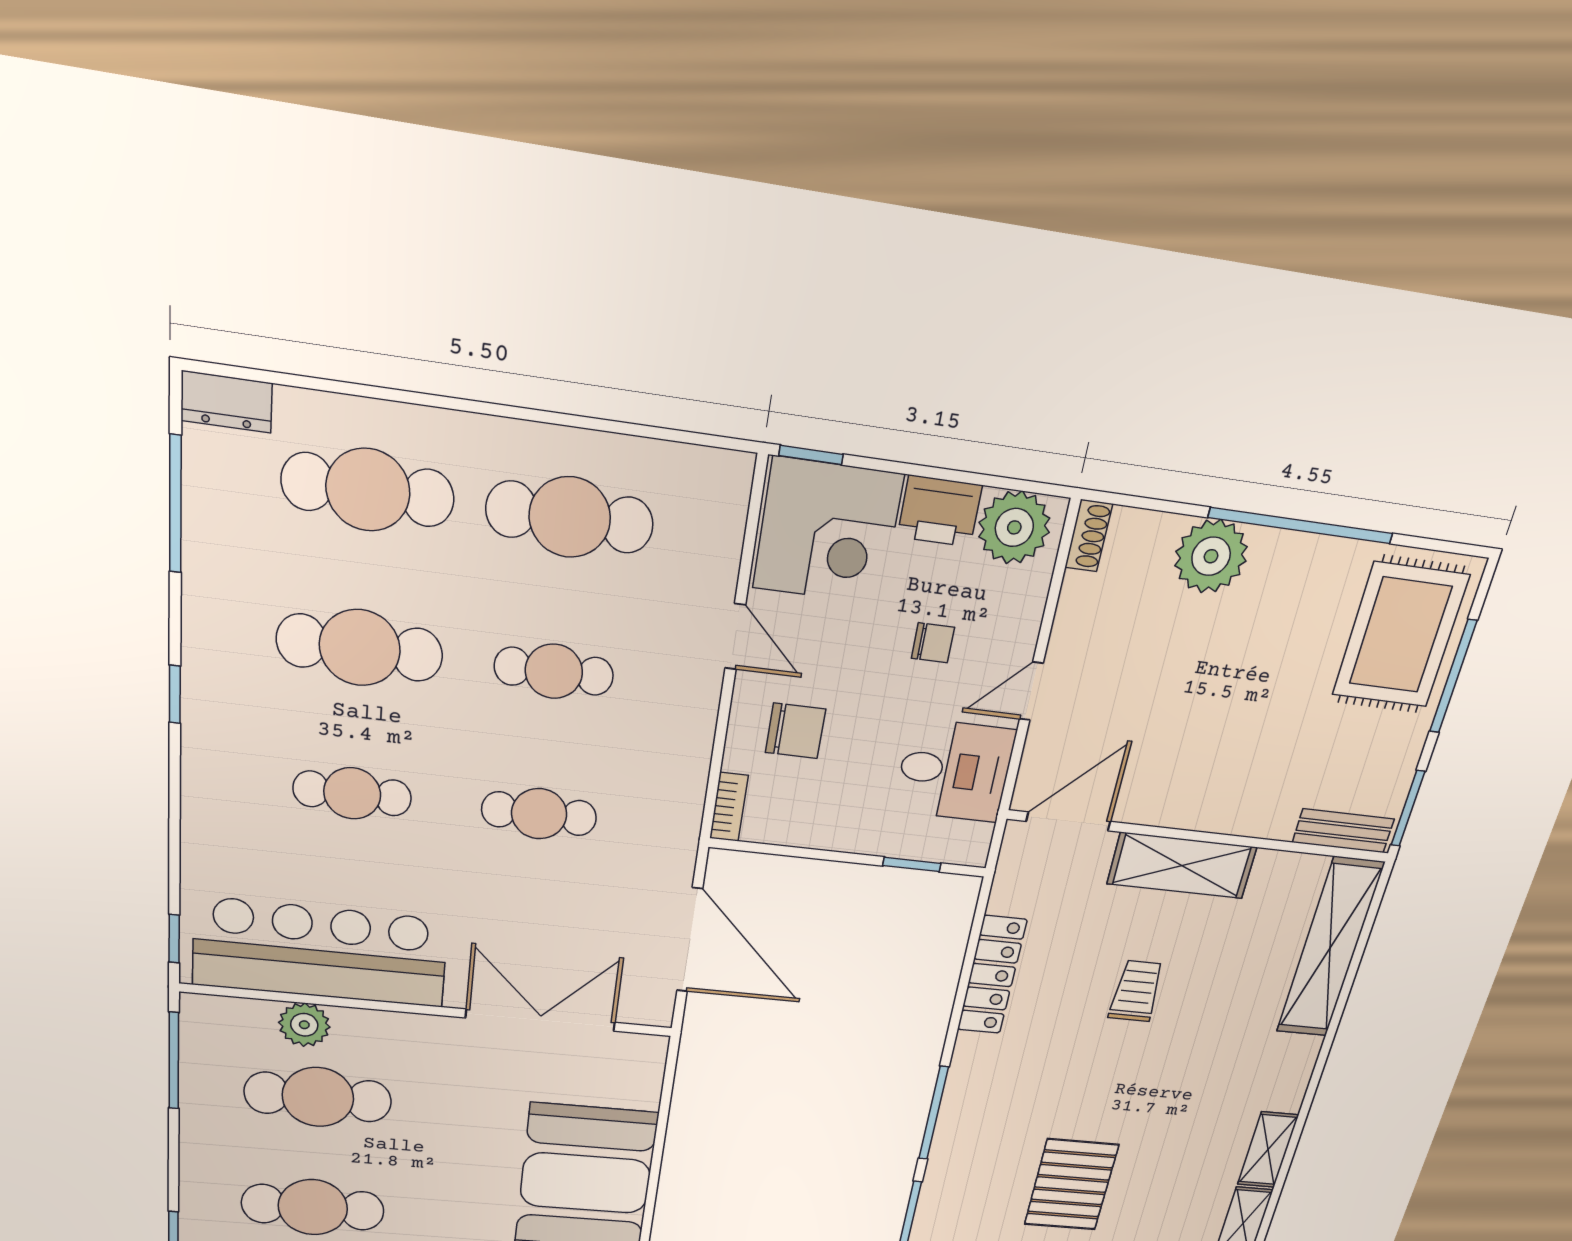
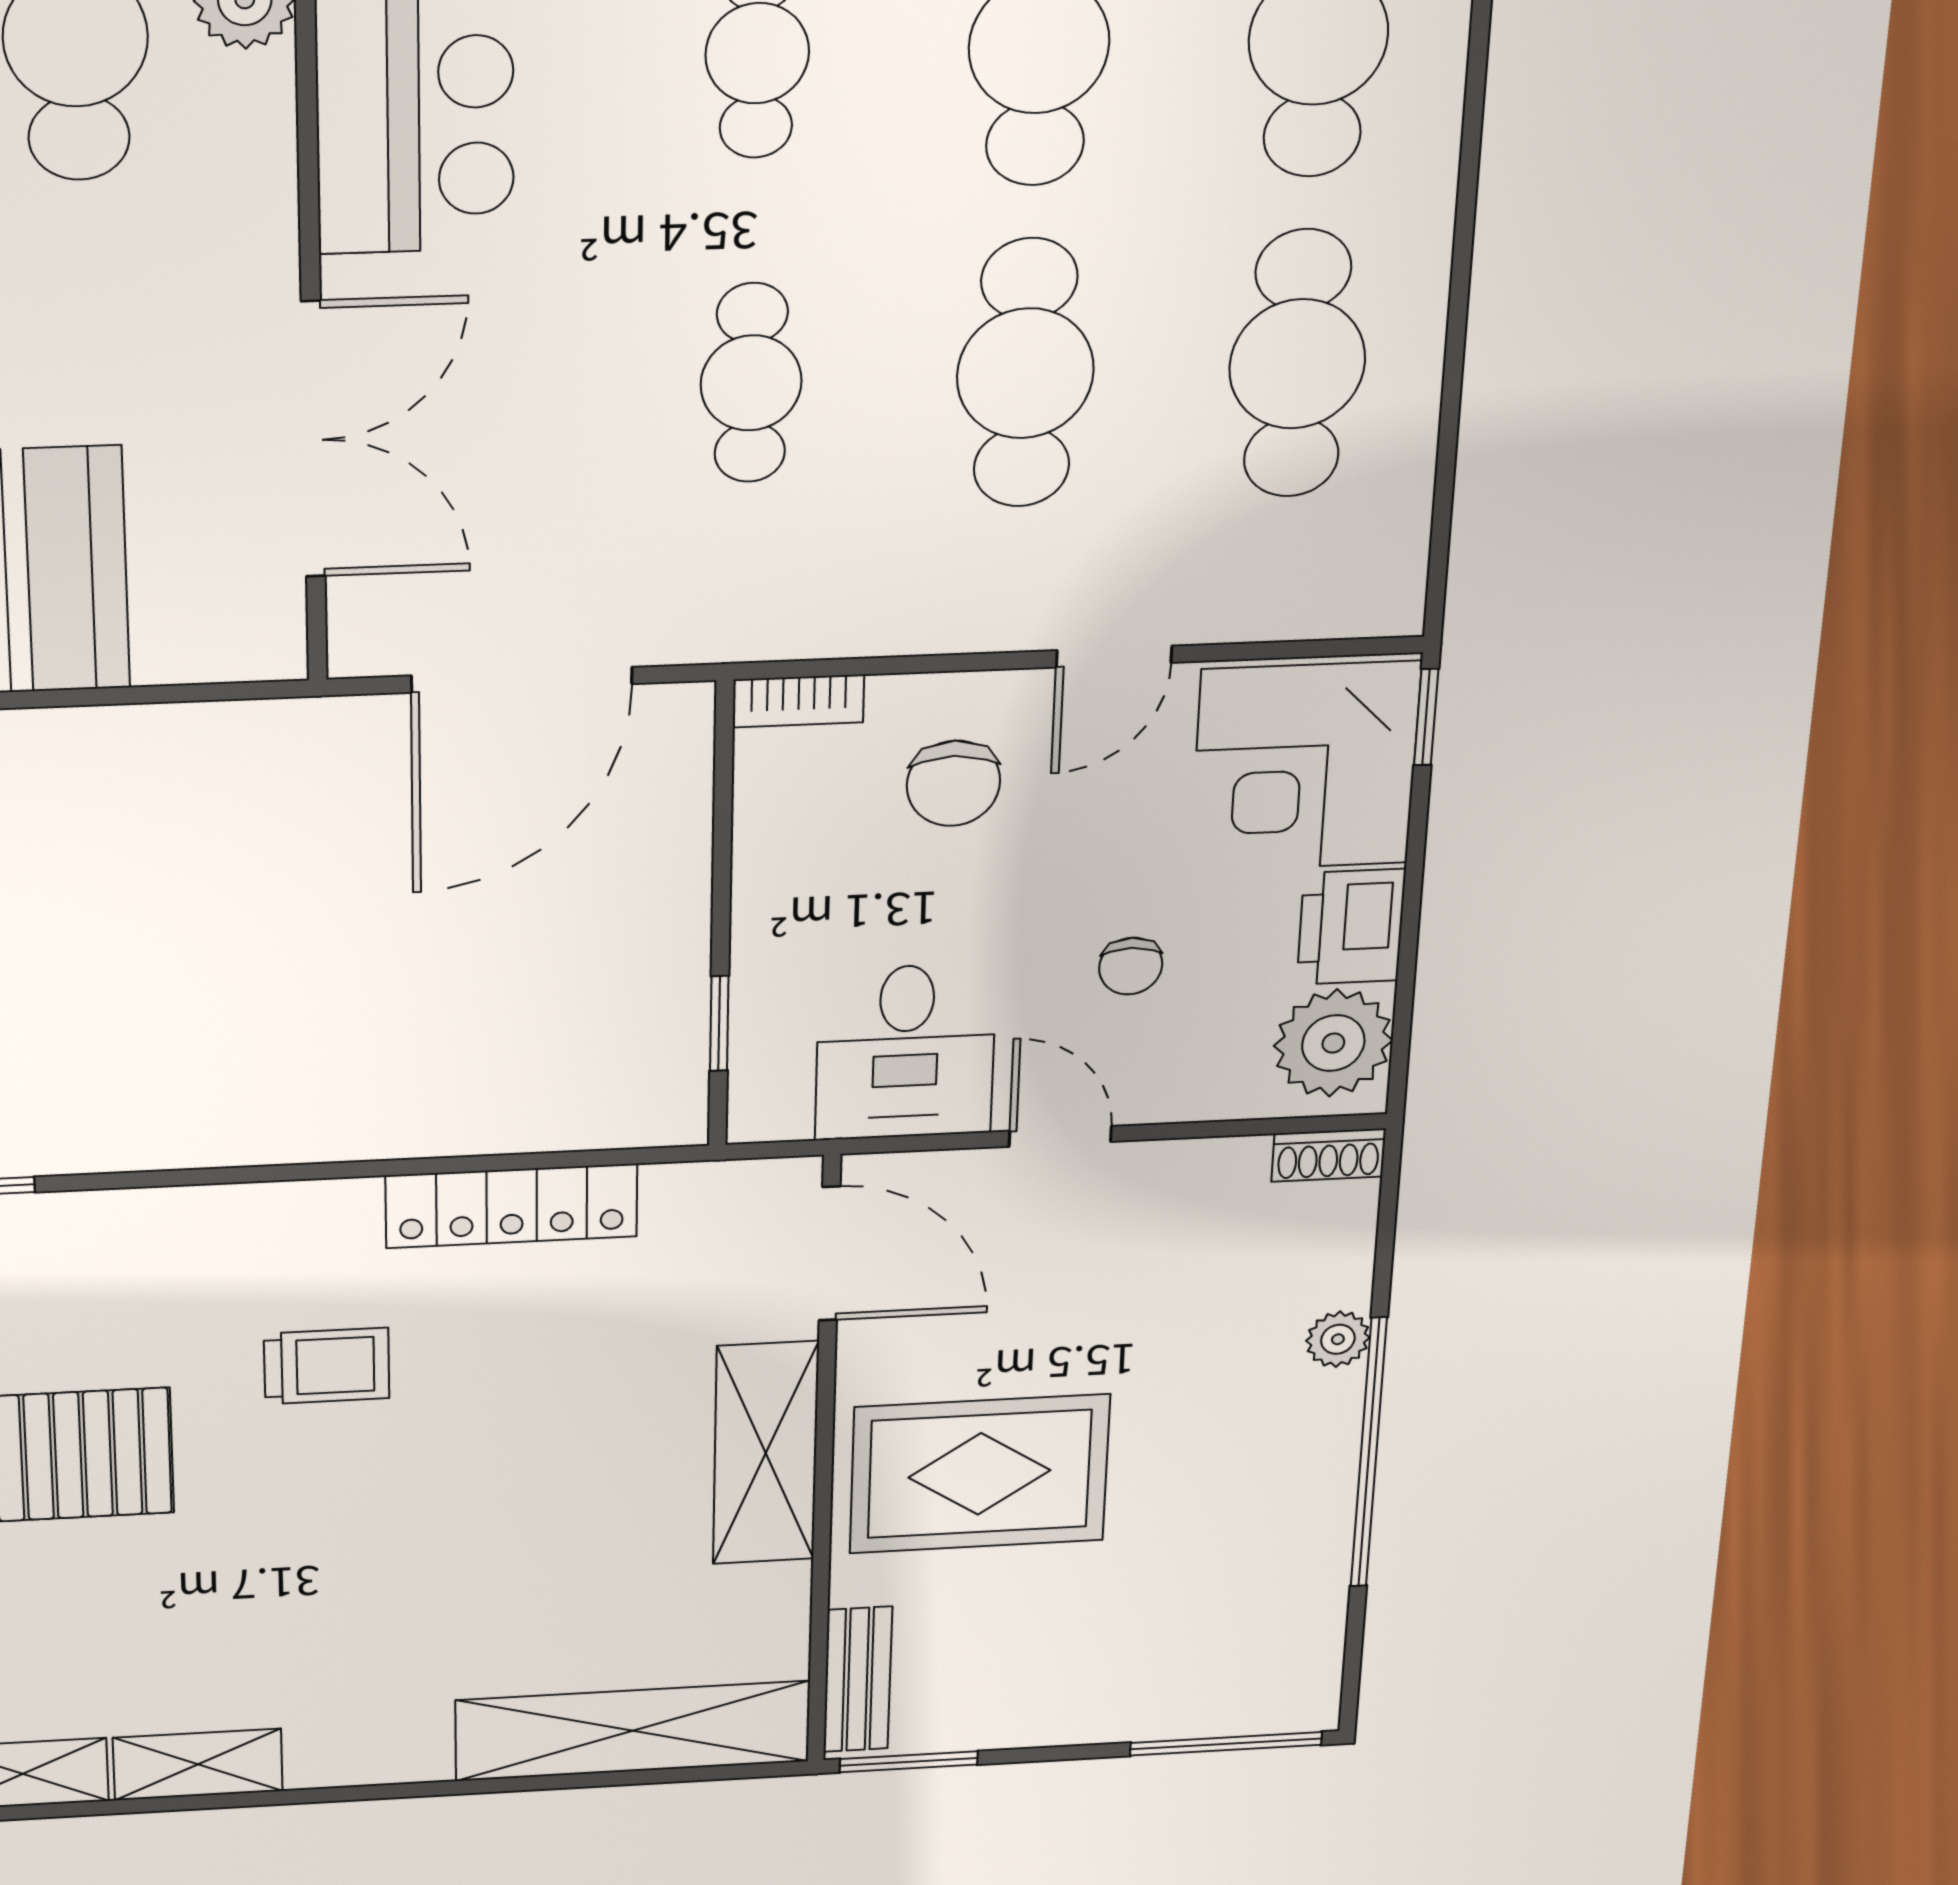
plant: (1211, 556) -> (1338, 1339), width x0.53, depth x0.53
rug: (1400, 635) -> (979, 1474), moved
cafe table: (554, 671) -> (1025, 373), width x1.37, depth x1.35
window: (1453, 676) -> (1226, 1744), moved
trolley: (1136, 991) -> (327, 1366), moved
window: (934, 1113) -> (198, 1177), removed

